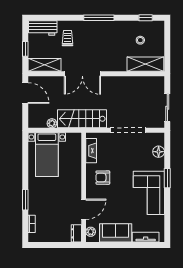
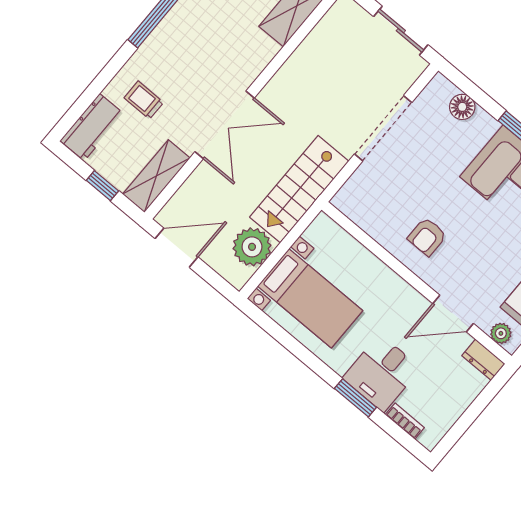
plant: (52, 123) -> (252, 247), width x1.87, depth x1.87
fireplace: (91, 151) -> (366, 218), removed
desk: (42, 202) -> (382, 373), added
door: (84, 209) -> (453, 313), swing flipped

